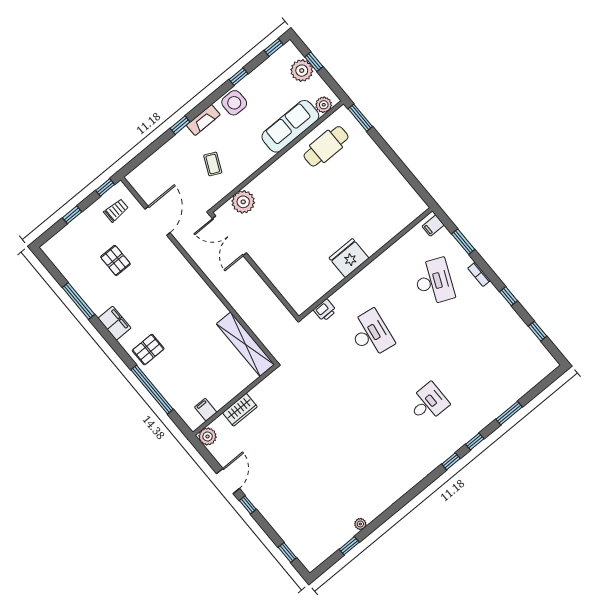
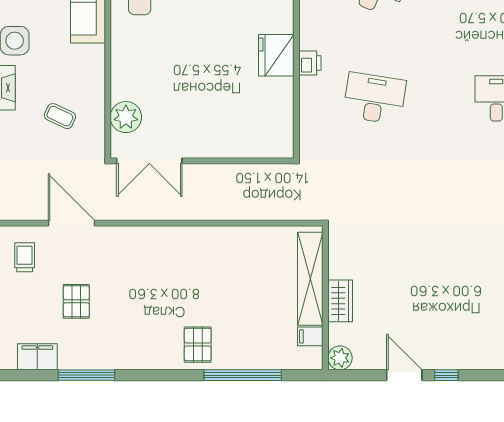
pallet: (115, 260) -> (76, 301), turned 90
printer: (325, 310) -> (310, 63), moved
filing cabinet: (114, 323) -> (37, 357), moved
shelving: (245, 344) -> (310, 279), moved, turned 90

